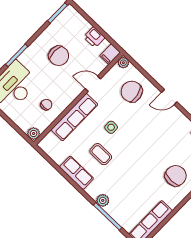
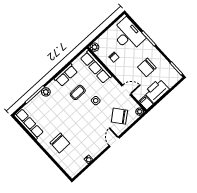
printer: (94, 37) -> (157, 91), width x1.87, depth x1.48
door: (93, 84) -> (126, 90), hinge flipped
chair: (132, 92) -> (119, 116), turned -117
row of seats: (74, 117) -> (96, 67), moved

